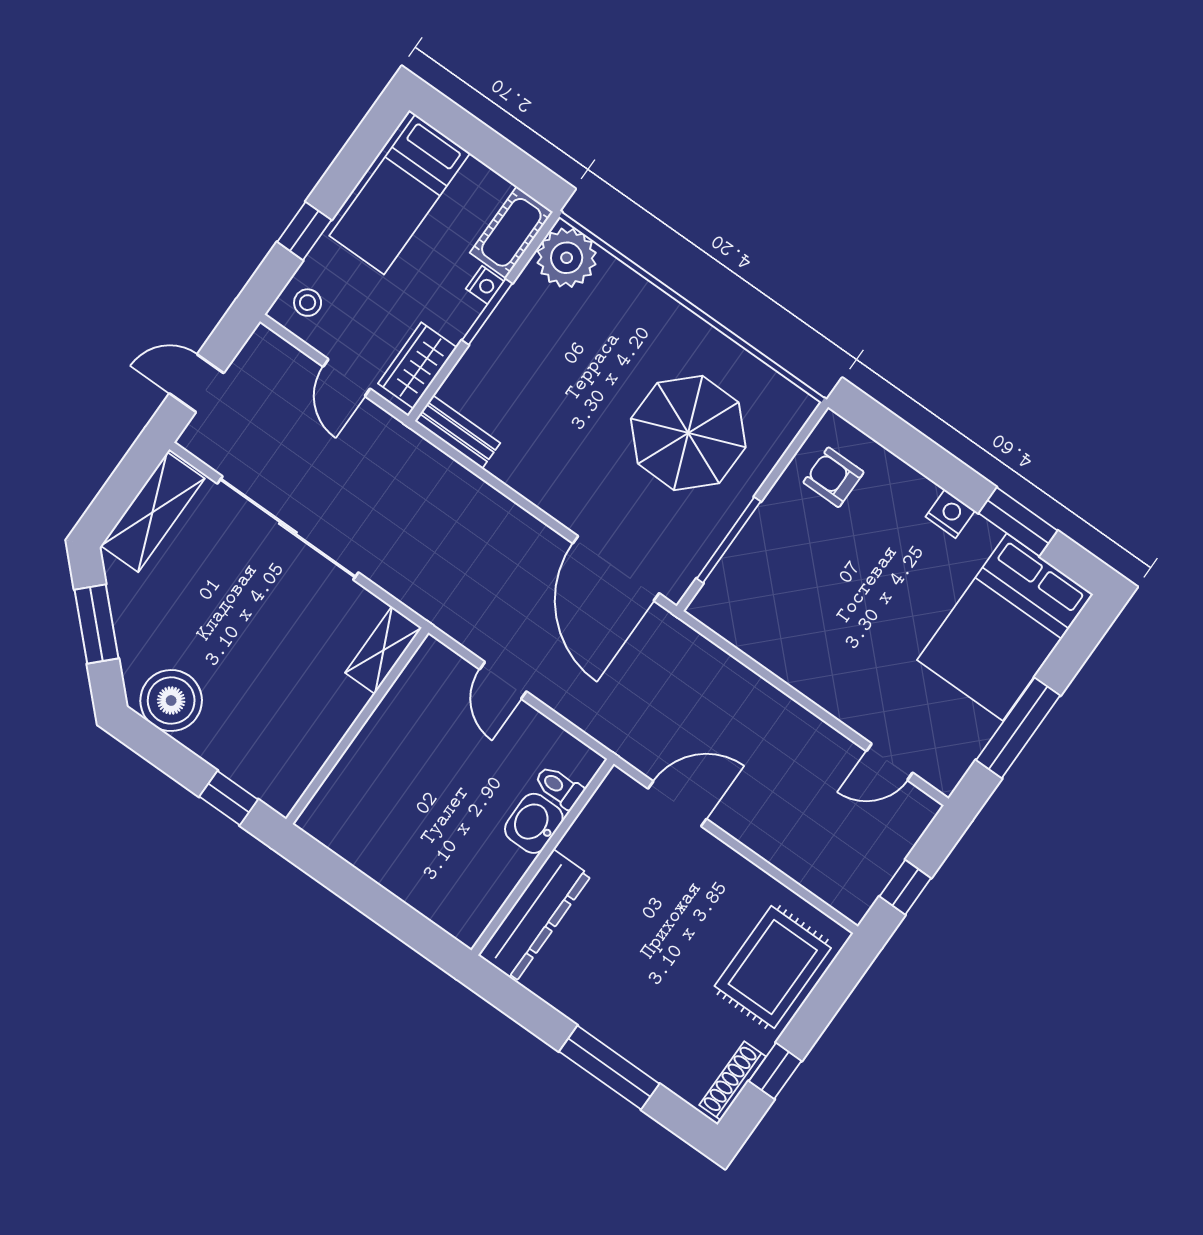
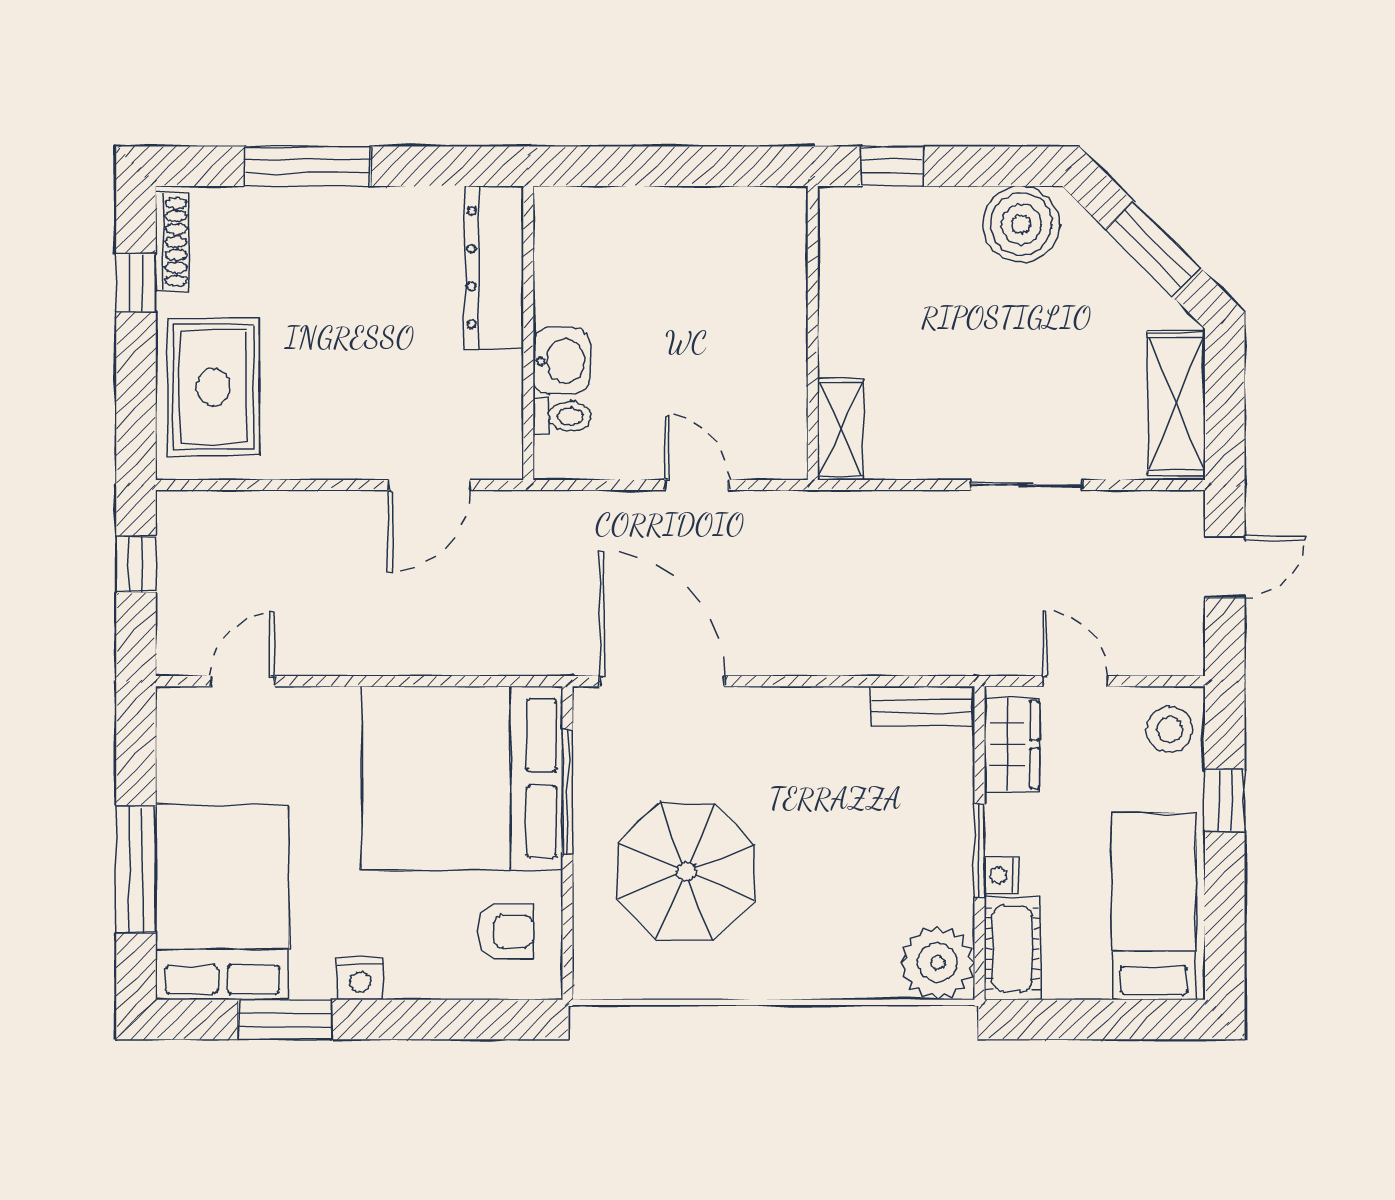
stool: (308, 303) -> (1170, 729), width x1.37, depth x1.37
sliding door: (288, 528) -> (1027, 485), width x0.54
bed: (791, 597) -> (462, 778), added
window: (1018, 728) -> (136, 869), moved

